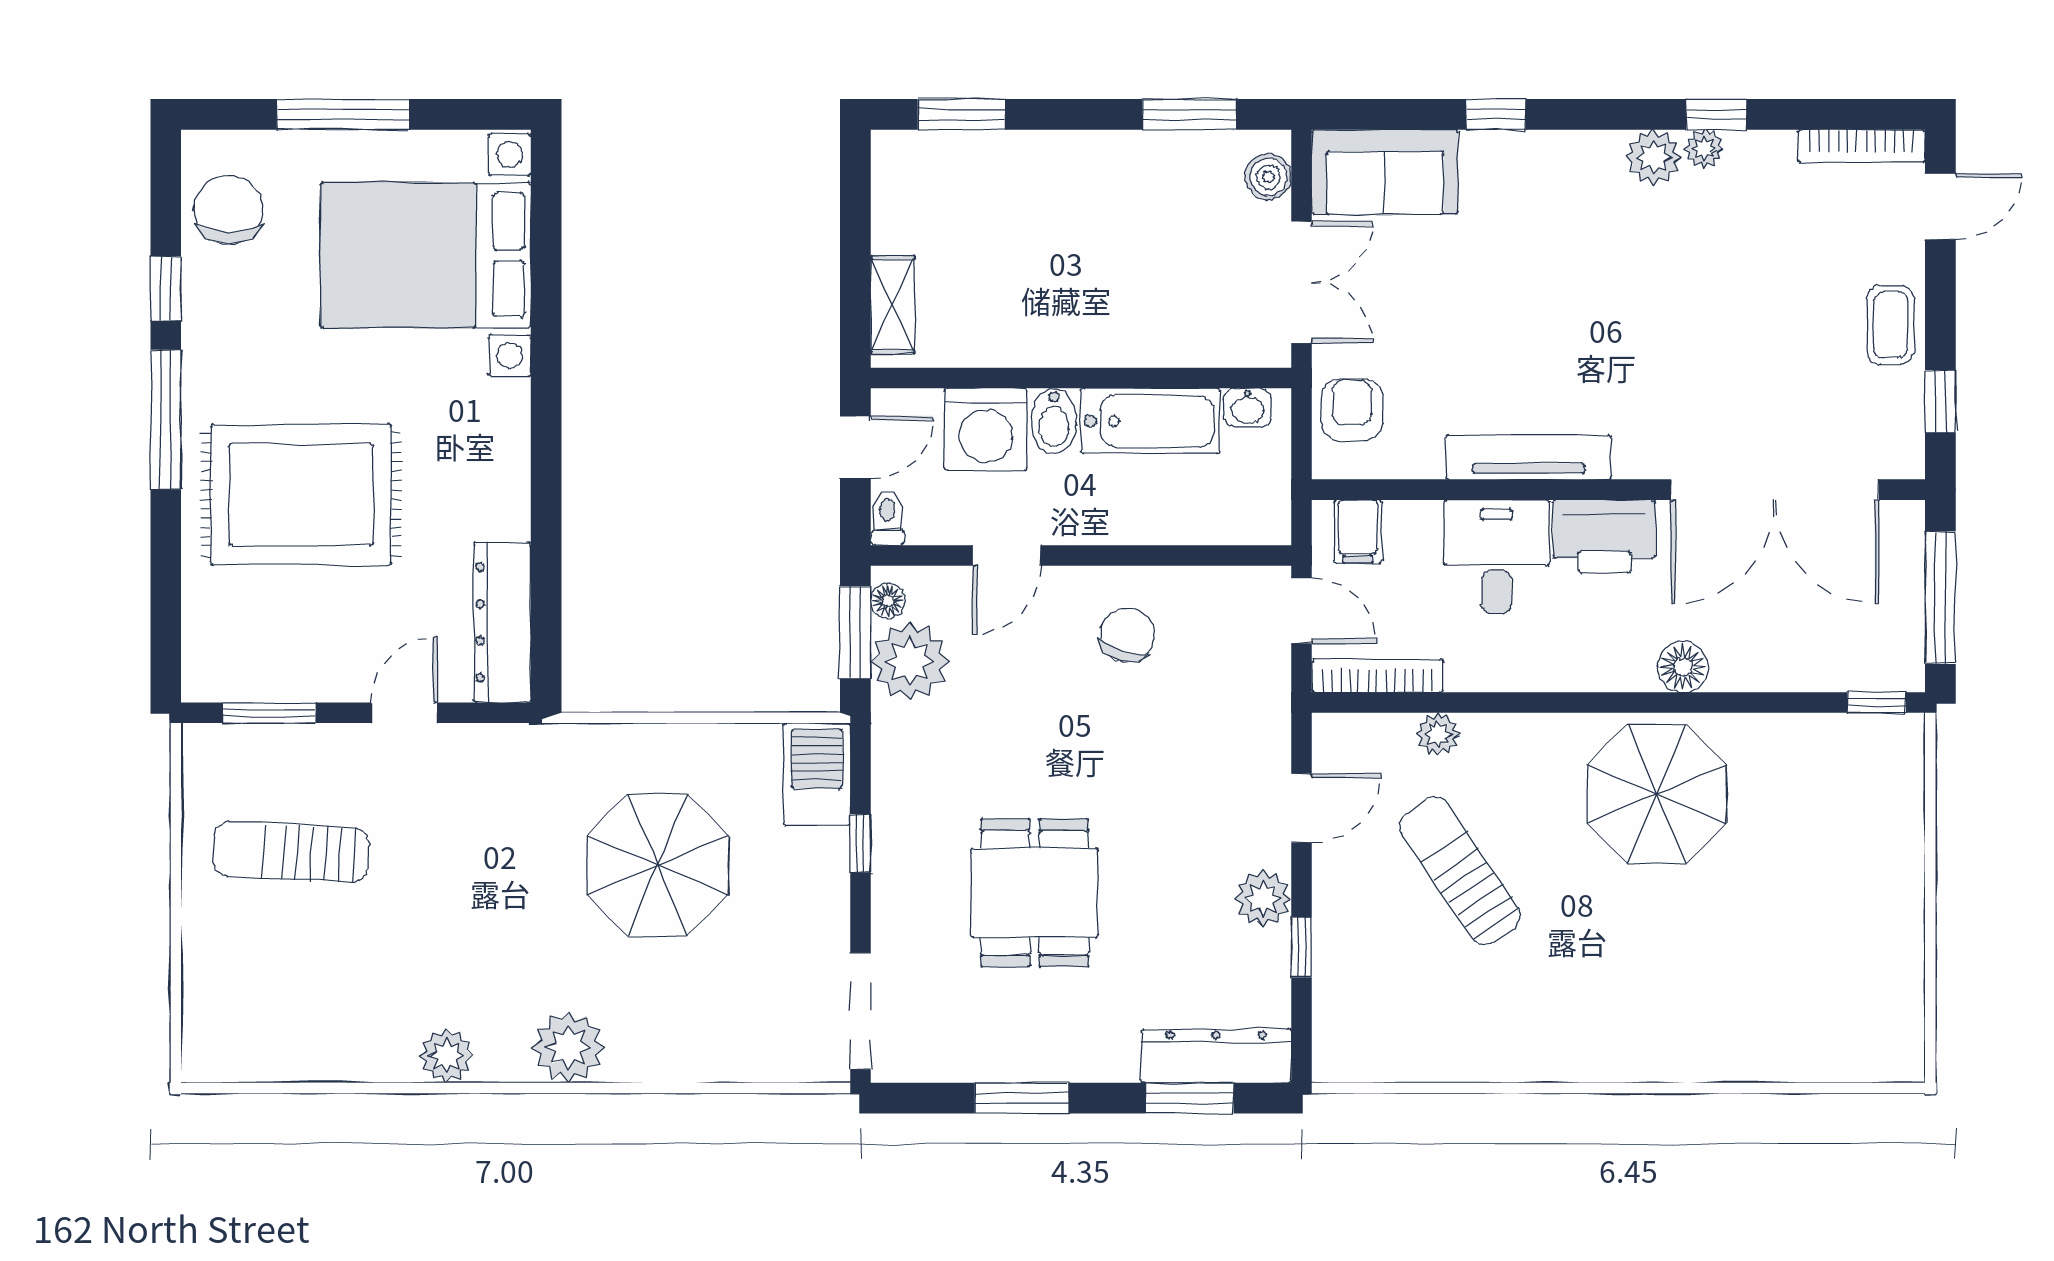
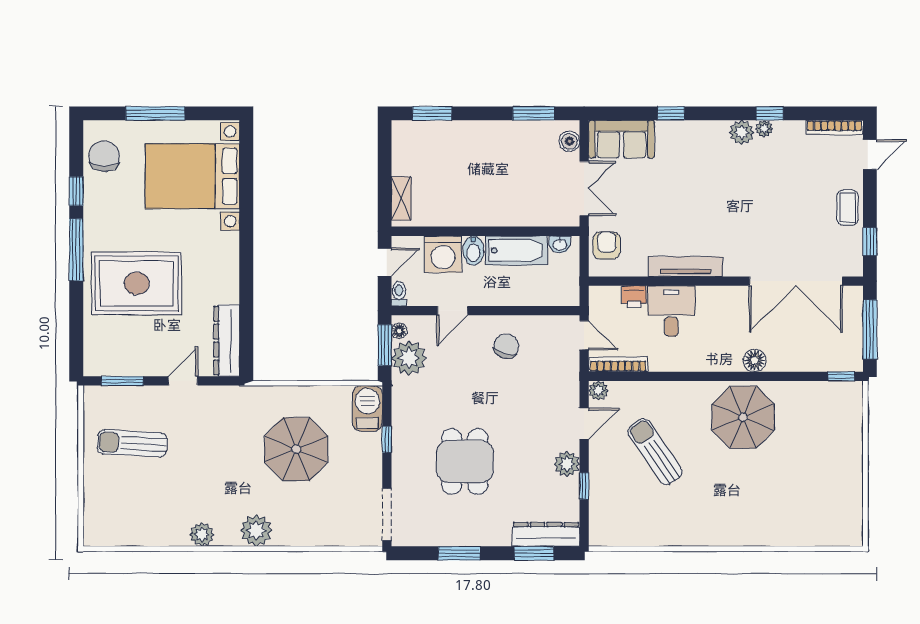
filing cabinet: (1358, 531) -> (609, 300), removed
printer: (1604, 536) -> (634, 297), moved, width x0.53, depth x0.68
plant: (1438, 734) -> (598, 391), moved

